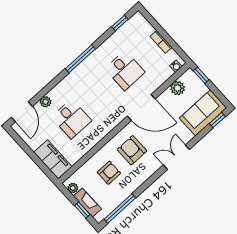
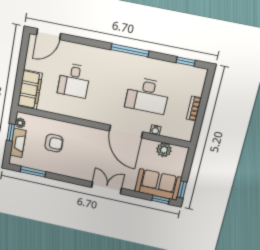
water cooler: (176, 66) -> (155, 130), moved
desk: (125, 70) -> (147, 96), width x1.37
window: (201, 75) -> (182, 190), moved
plant: (45, 102) -> (72, 48), removed
armchair: (132, 150) -> (86, 149), removed
window: (120, 208) -> (33, 172), width x0.69
window: (82, 210) -> (11, 132), moved

